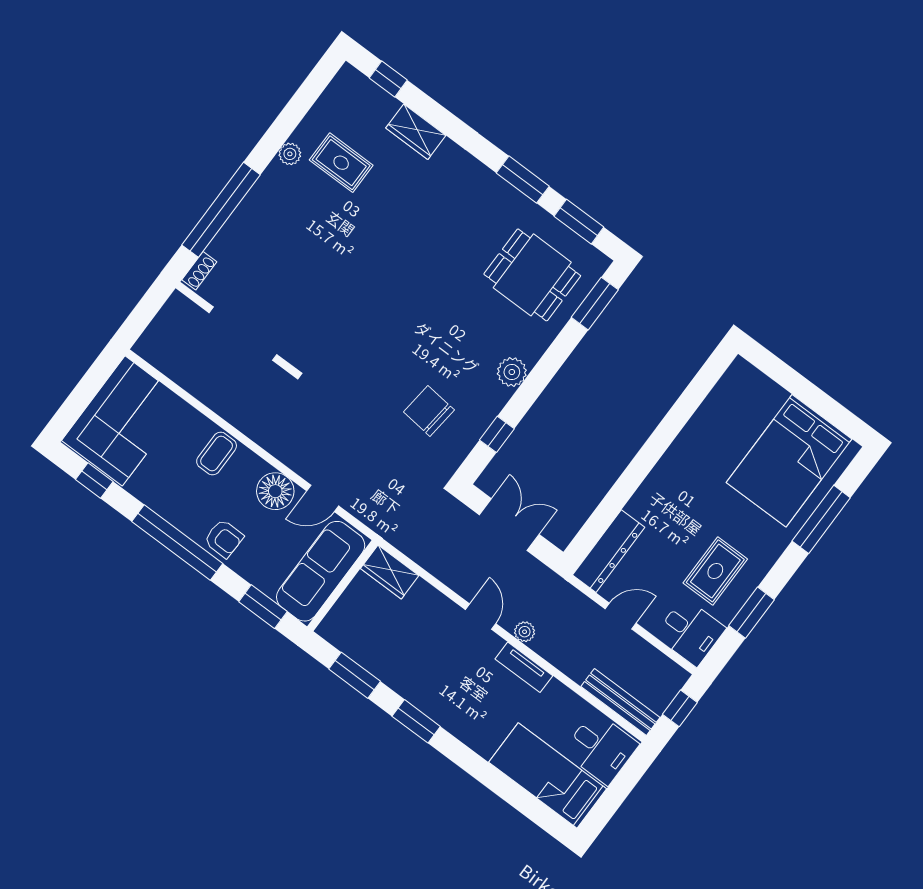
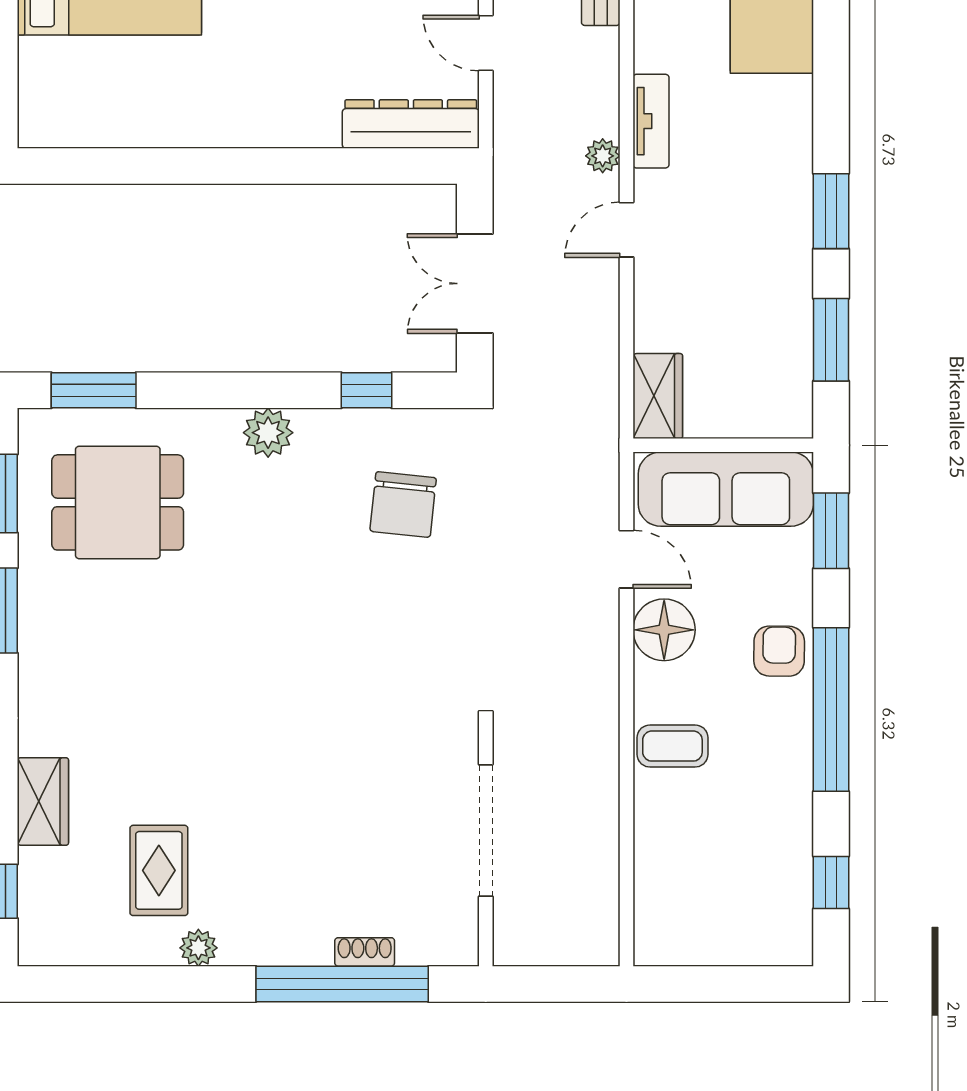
shoe rack: (199, 271) -> (365, 952), moved
dining table: (532, 275) -> (118, 502), turned 90
corner sofa: (124, 421) -> (722, 903), removed

